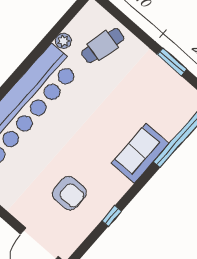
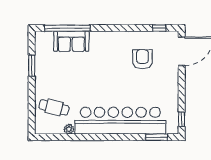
sofa: (140, 153) -> (71, 41), moved
window: (112, 216) -> (159, 28), moved

